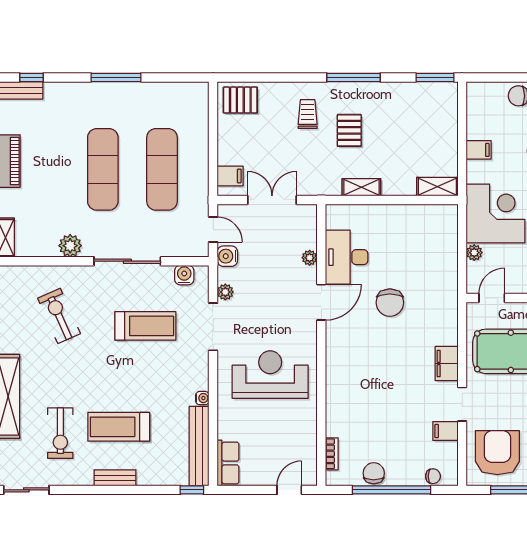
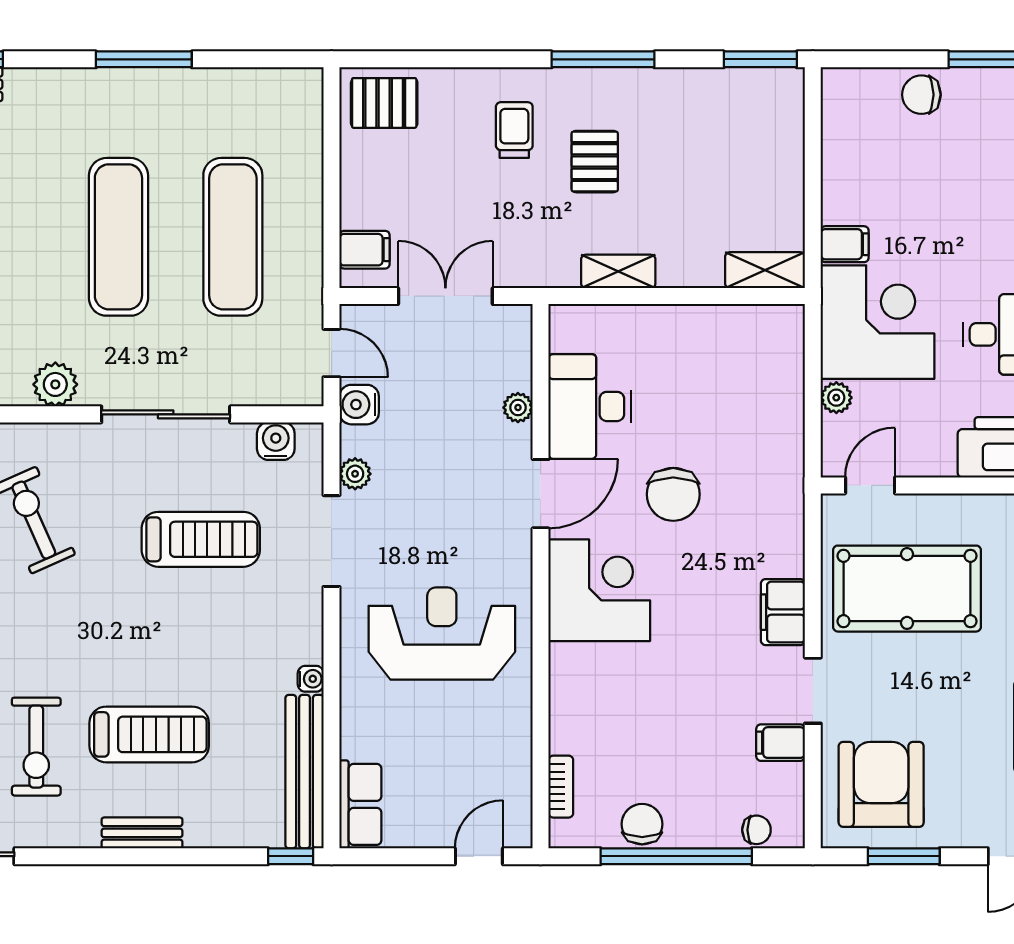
filing cabinet: (479, 150) -> (845, 244), moved
corner desk: (352, 352) -> (599, 590), added
treadmill: (119, 427) -> (149, 734), turned 180

